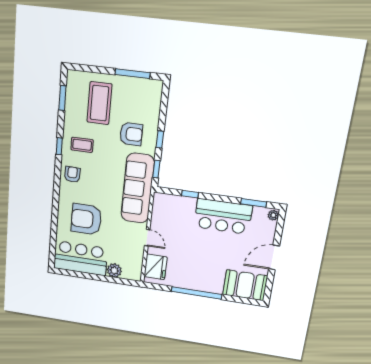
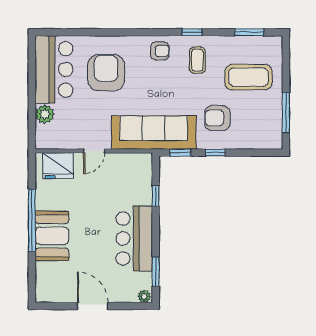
armchair: (131, 134) -> (217, 118), turned 90
booth: (245, 285) -> (52, 236), moved

